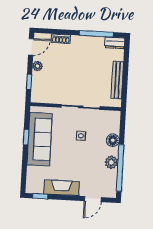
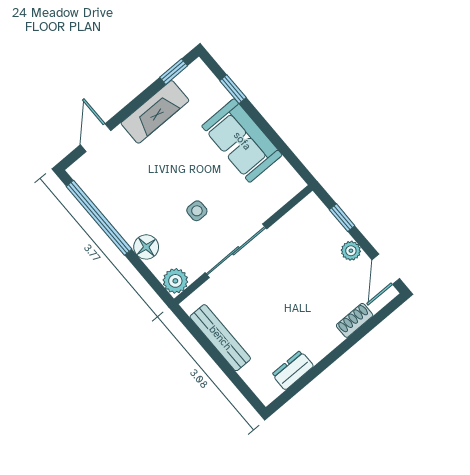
window: (96, 34) -> (311, 375), removed
dresser: (115, 43) -> (293, 370), moved
window: (26, 137) -> (233, 89), moved
sofa: (40, 139) -> (242, 141), width x0.73
plant: (111, 162) -> (175, 281), moved

